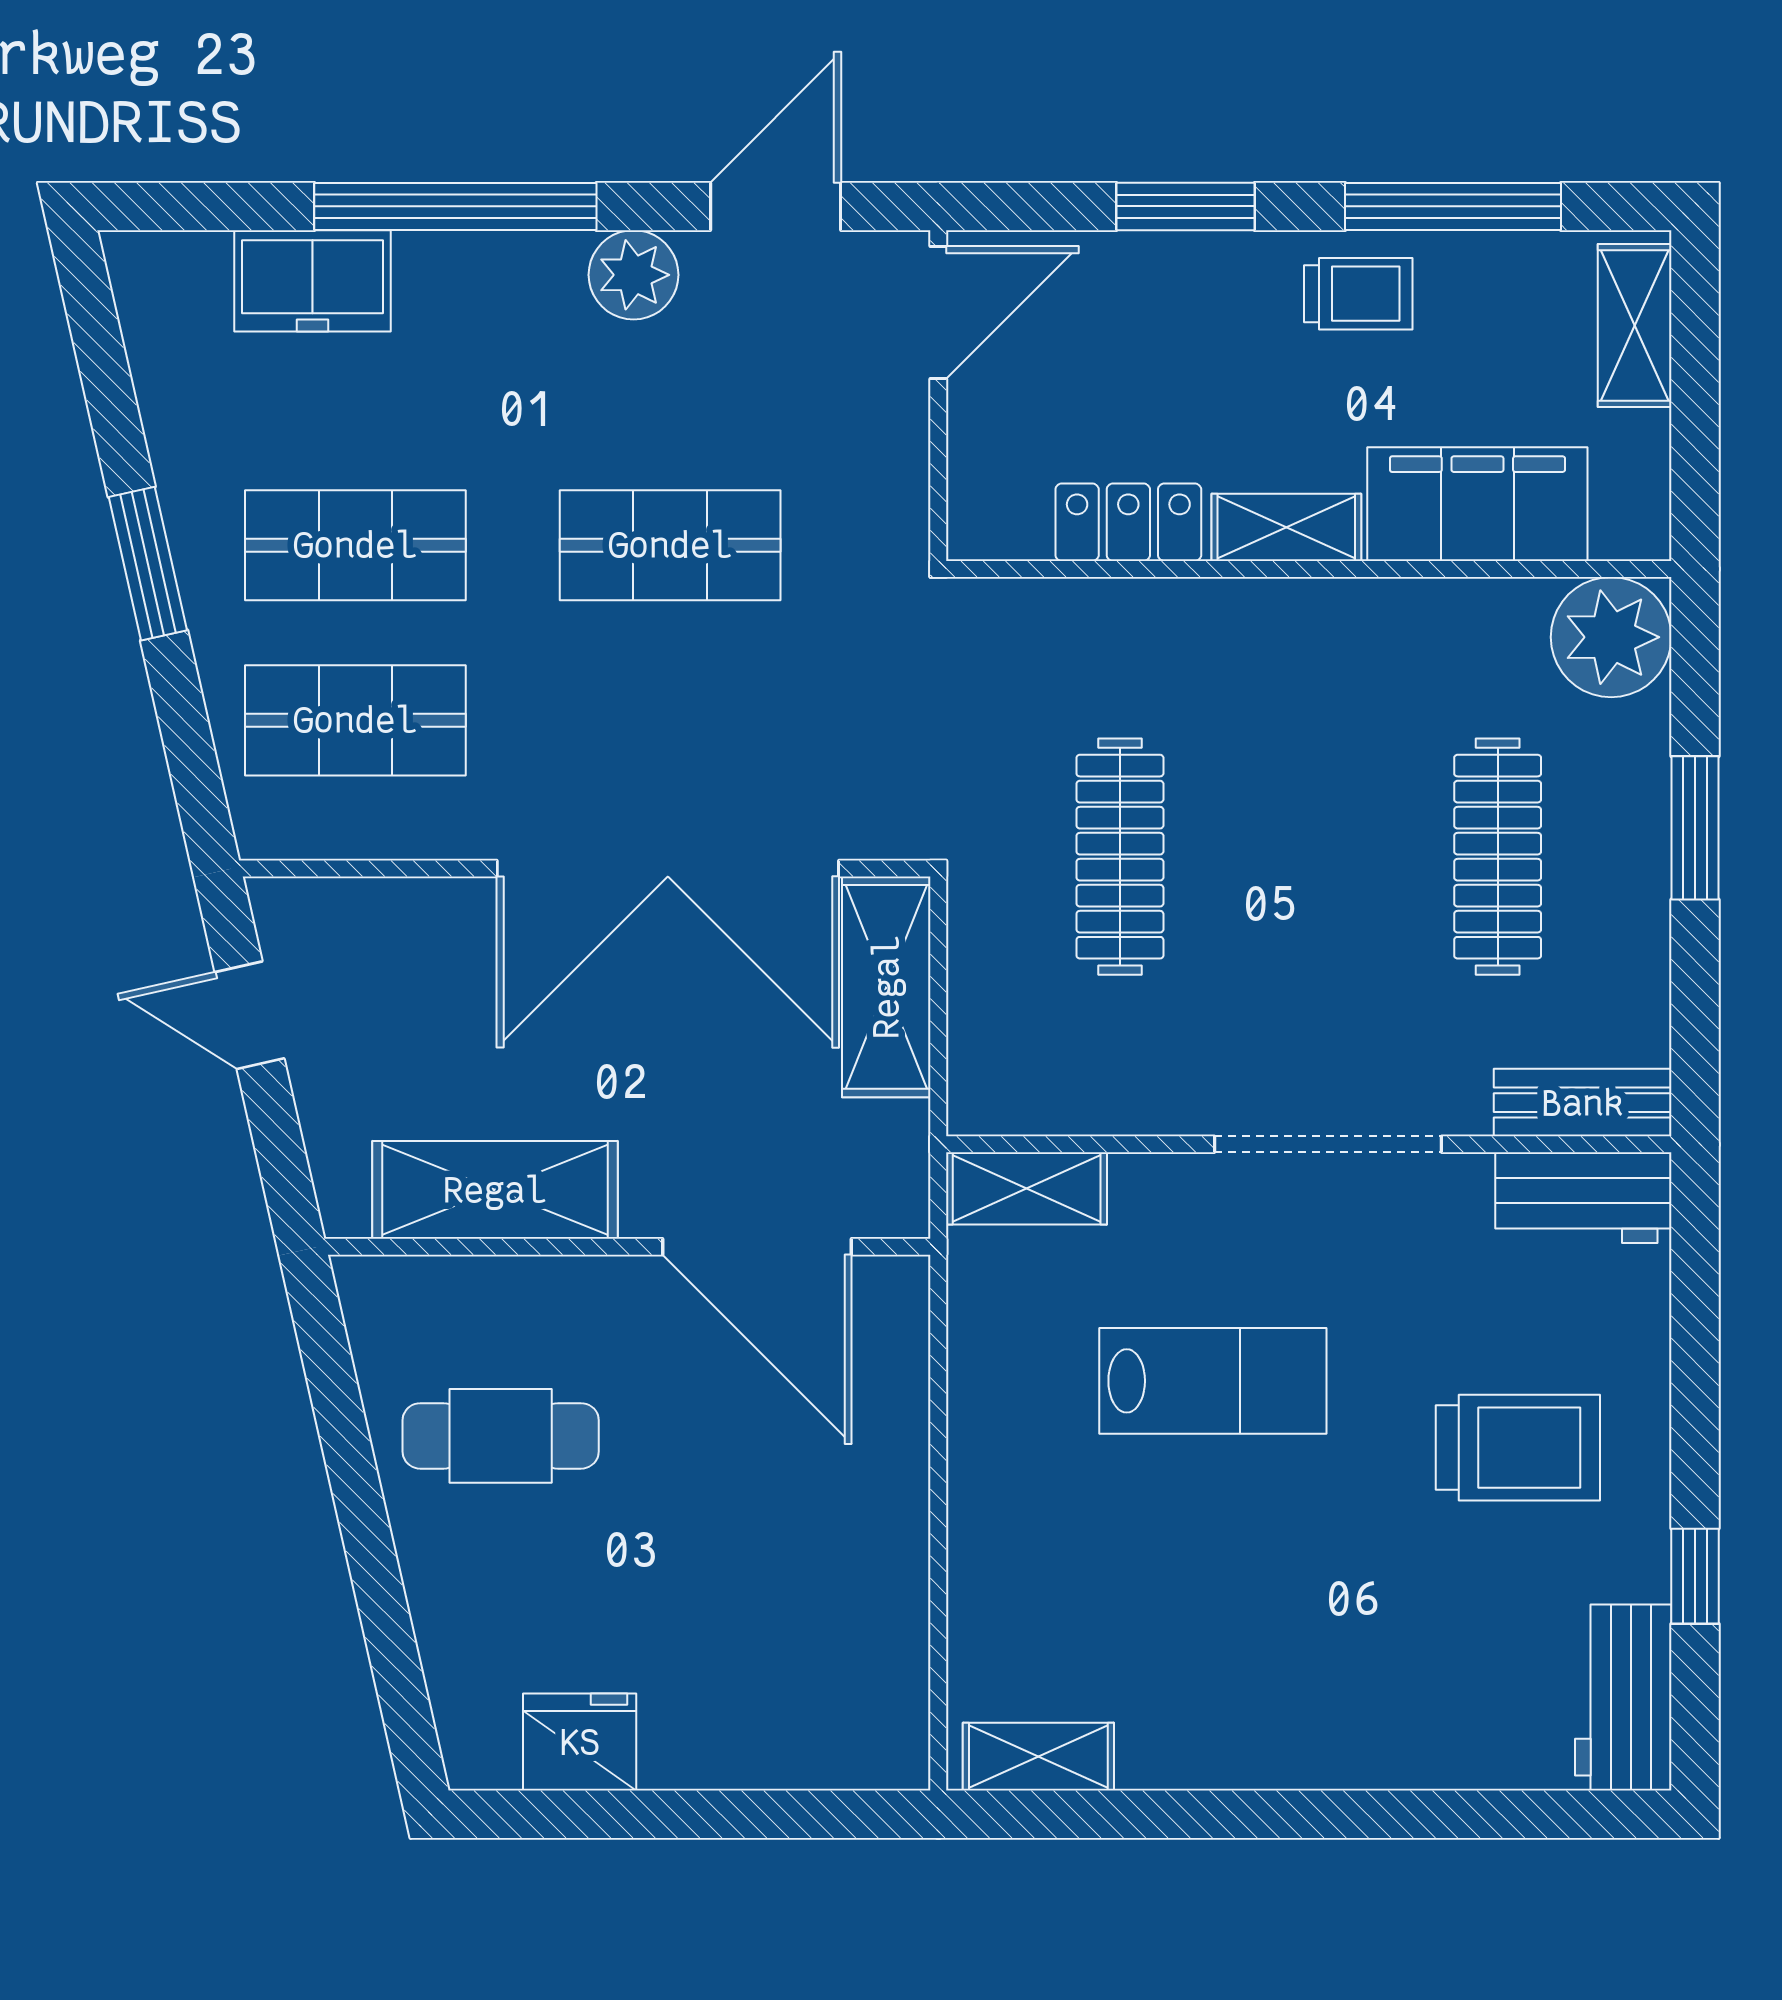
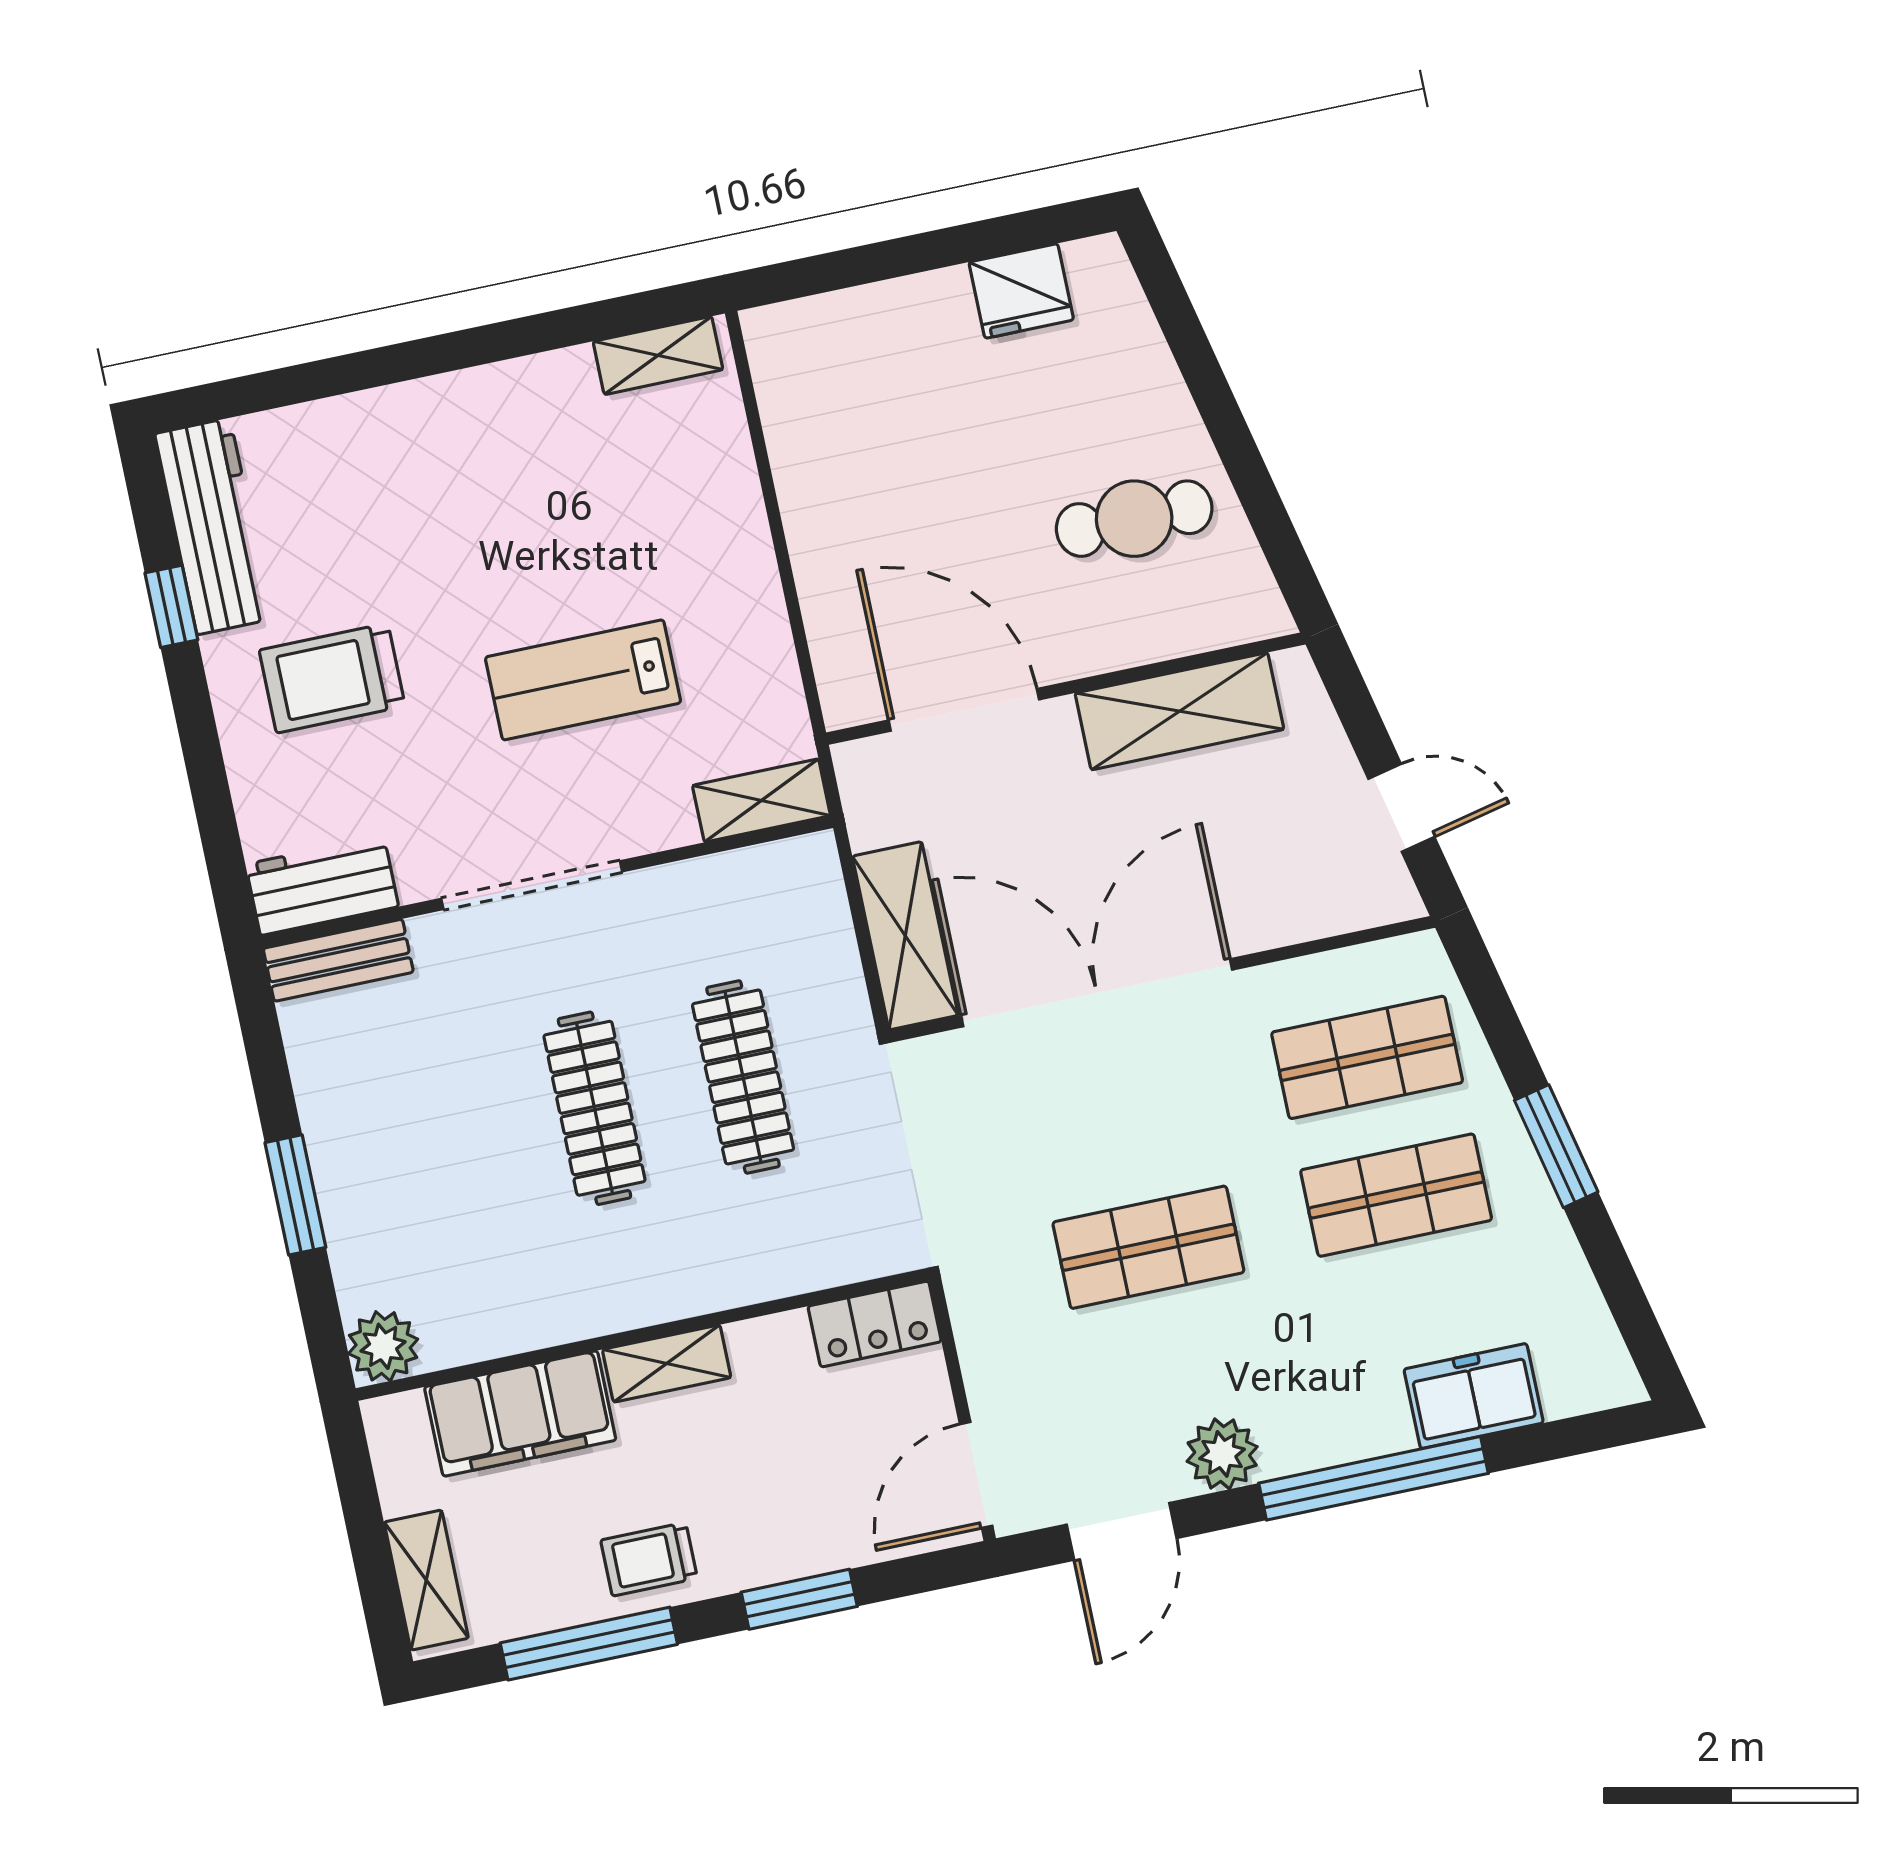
locker: (1128, 522) -> (875, 1324), moved
plant: (1611, 637) -> (383, 1346), width x0.73, depth x0.73
clothes rail: (1498, 857) -> (594, 1108), moved
workbench: (1623, 1698) -> (213, 526), width x1.37

